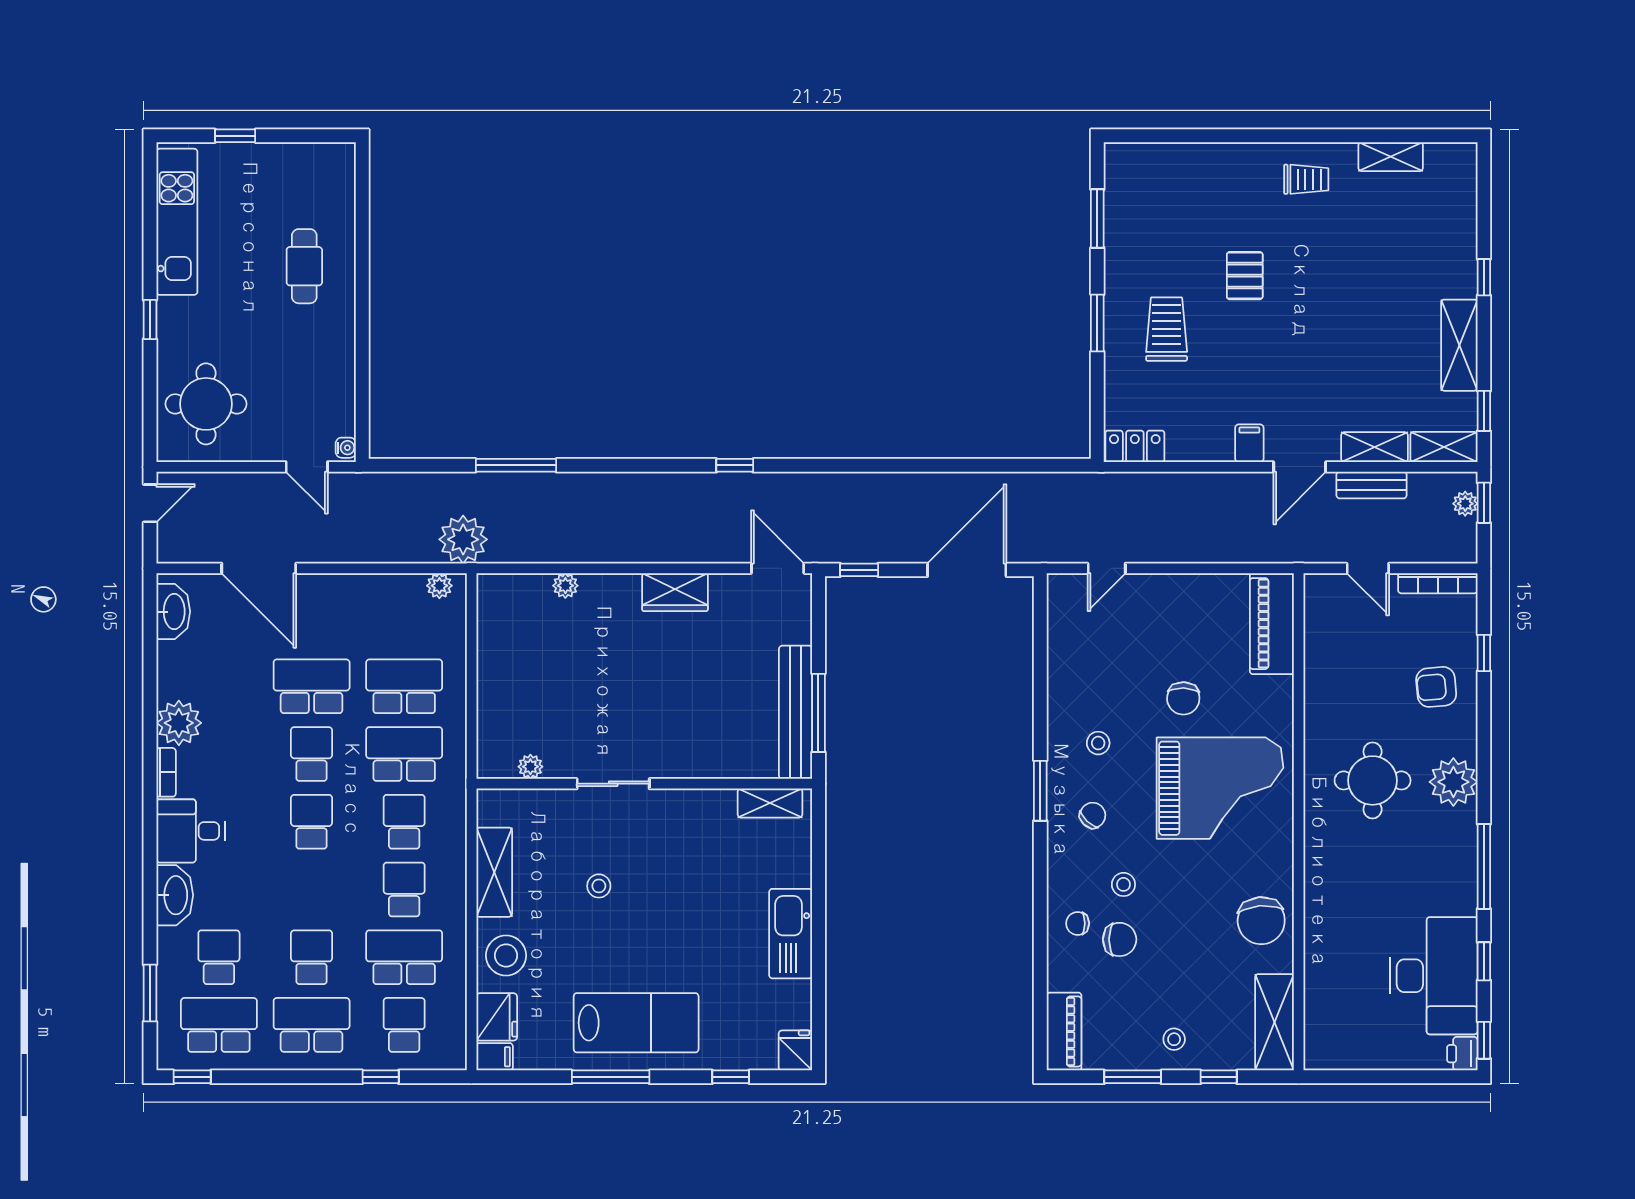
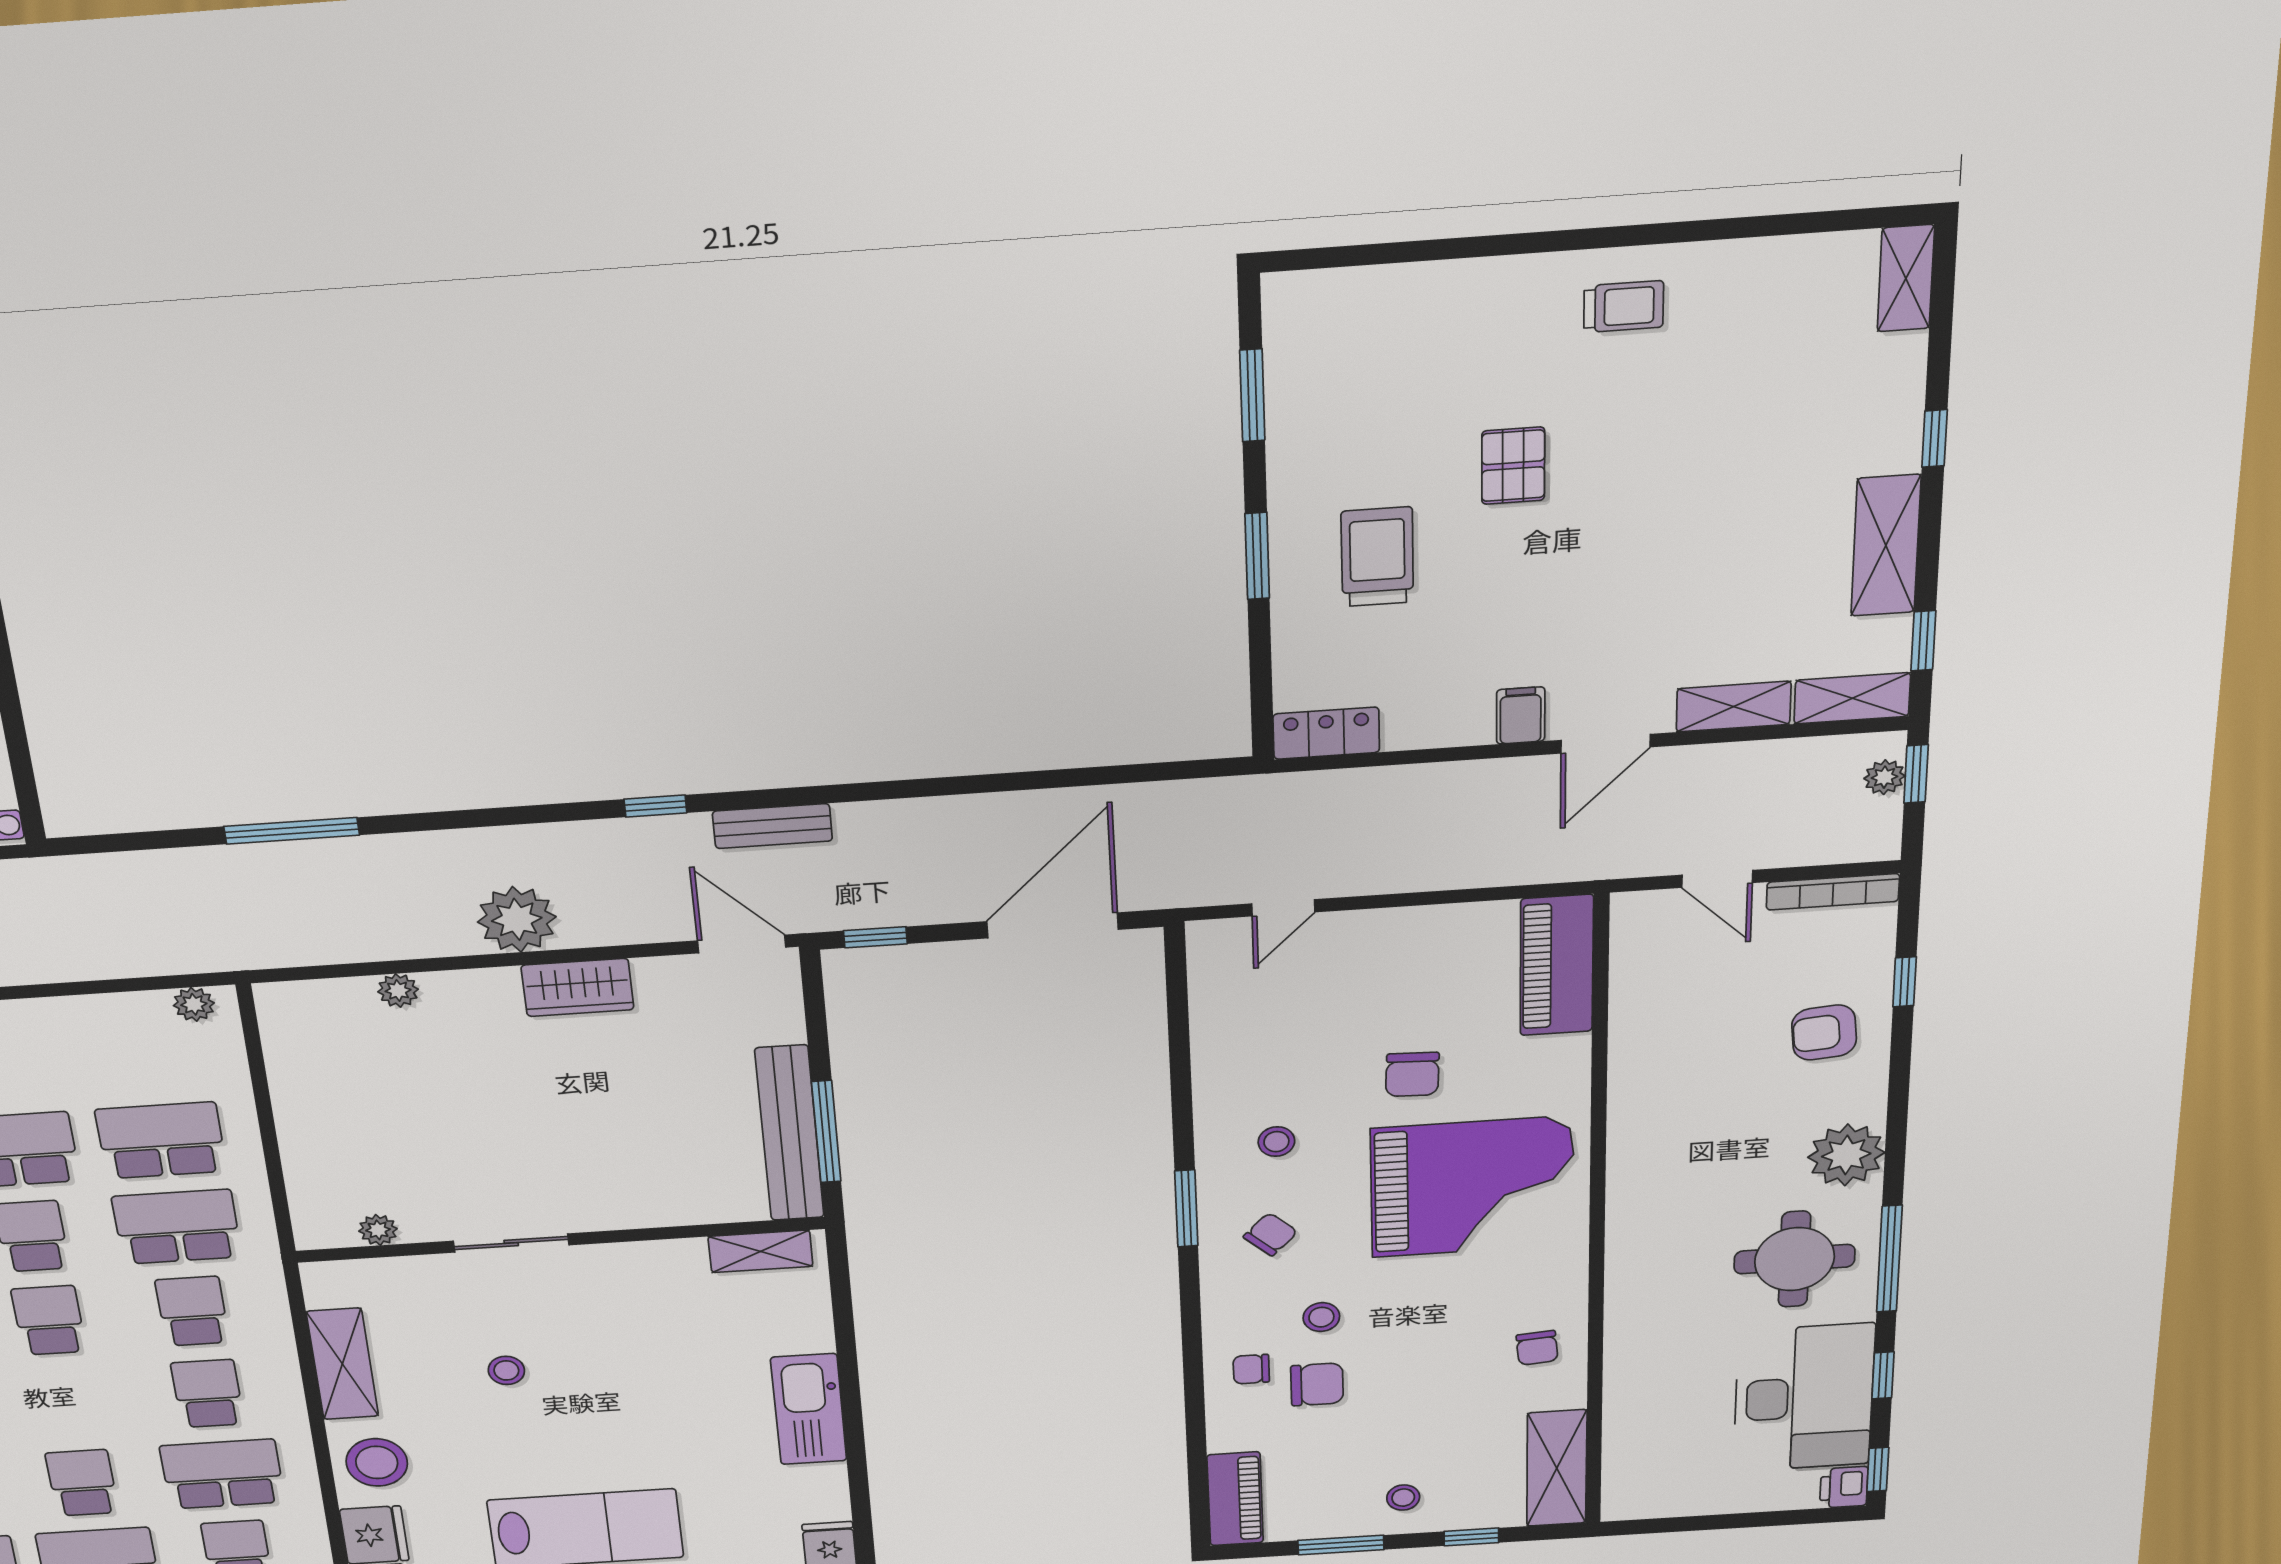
shelving: (1391, 157) -> (1906, 278), moved, turned 90
bench: (1372, 485) -> (772, 826), moved
plant: (463, 539) -> (517, 919), moved
round table: (1373, 780) -> (1795, 1259), moved
chair: (1261, 921) -> (1537, 1348), width x0.54, depth x0.54

